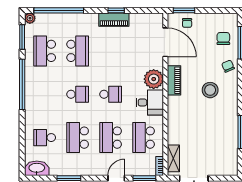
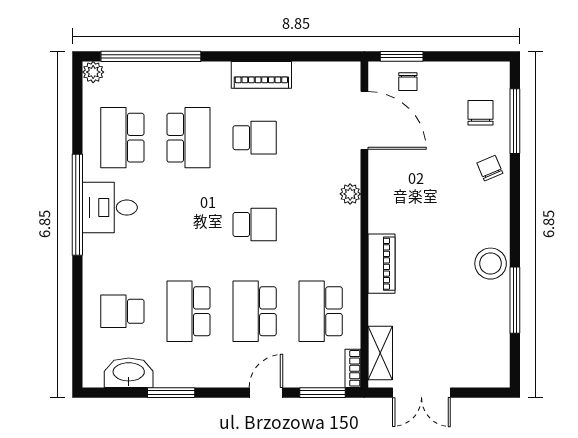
window: (116, 10) -> (266, 56), removed
window: (22, 37) -> (77, 110), removed
plant: (154, 79) -> (350, 194), width x0.53, depth x0.53
piano: (174, 80) -> (381, 264), moved
stool: (210, 90) -> (491, 264), moved
school desk: (78, 94) -> (255, 138), moved
desk: (150, 102) -> (110, 208), moved, turned 180
washbasin: (37, 168) -> (129, 373), moved

